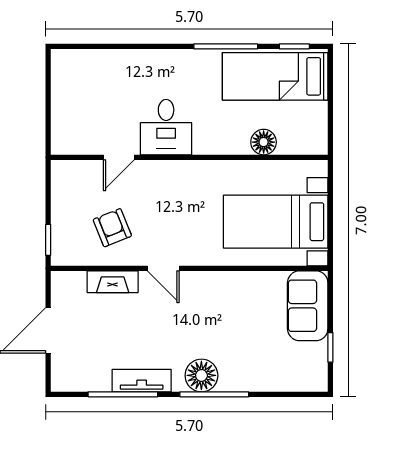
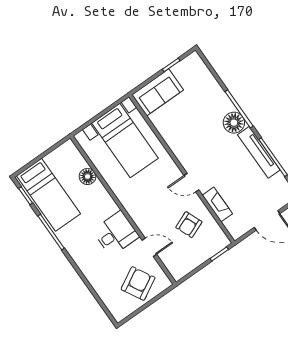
armchair: (83, 111) -> (138, 283), added
door: (163, 268) -> (191, 183), swing flipped
tv unit: (142, 381) -> (259, 152), width x1.41

